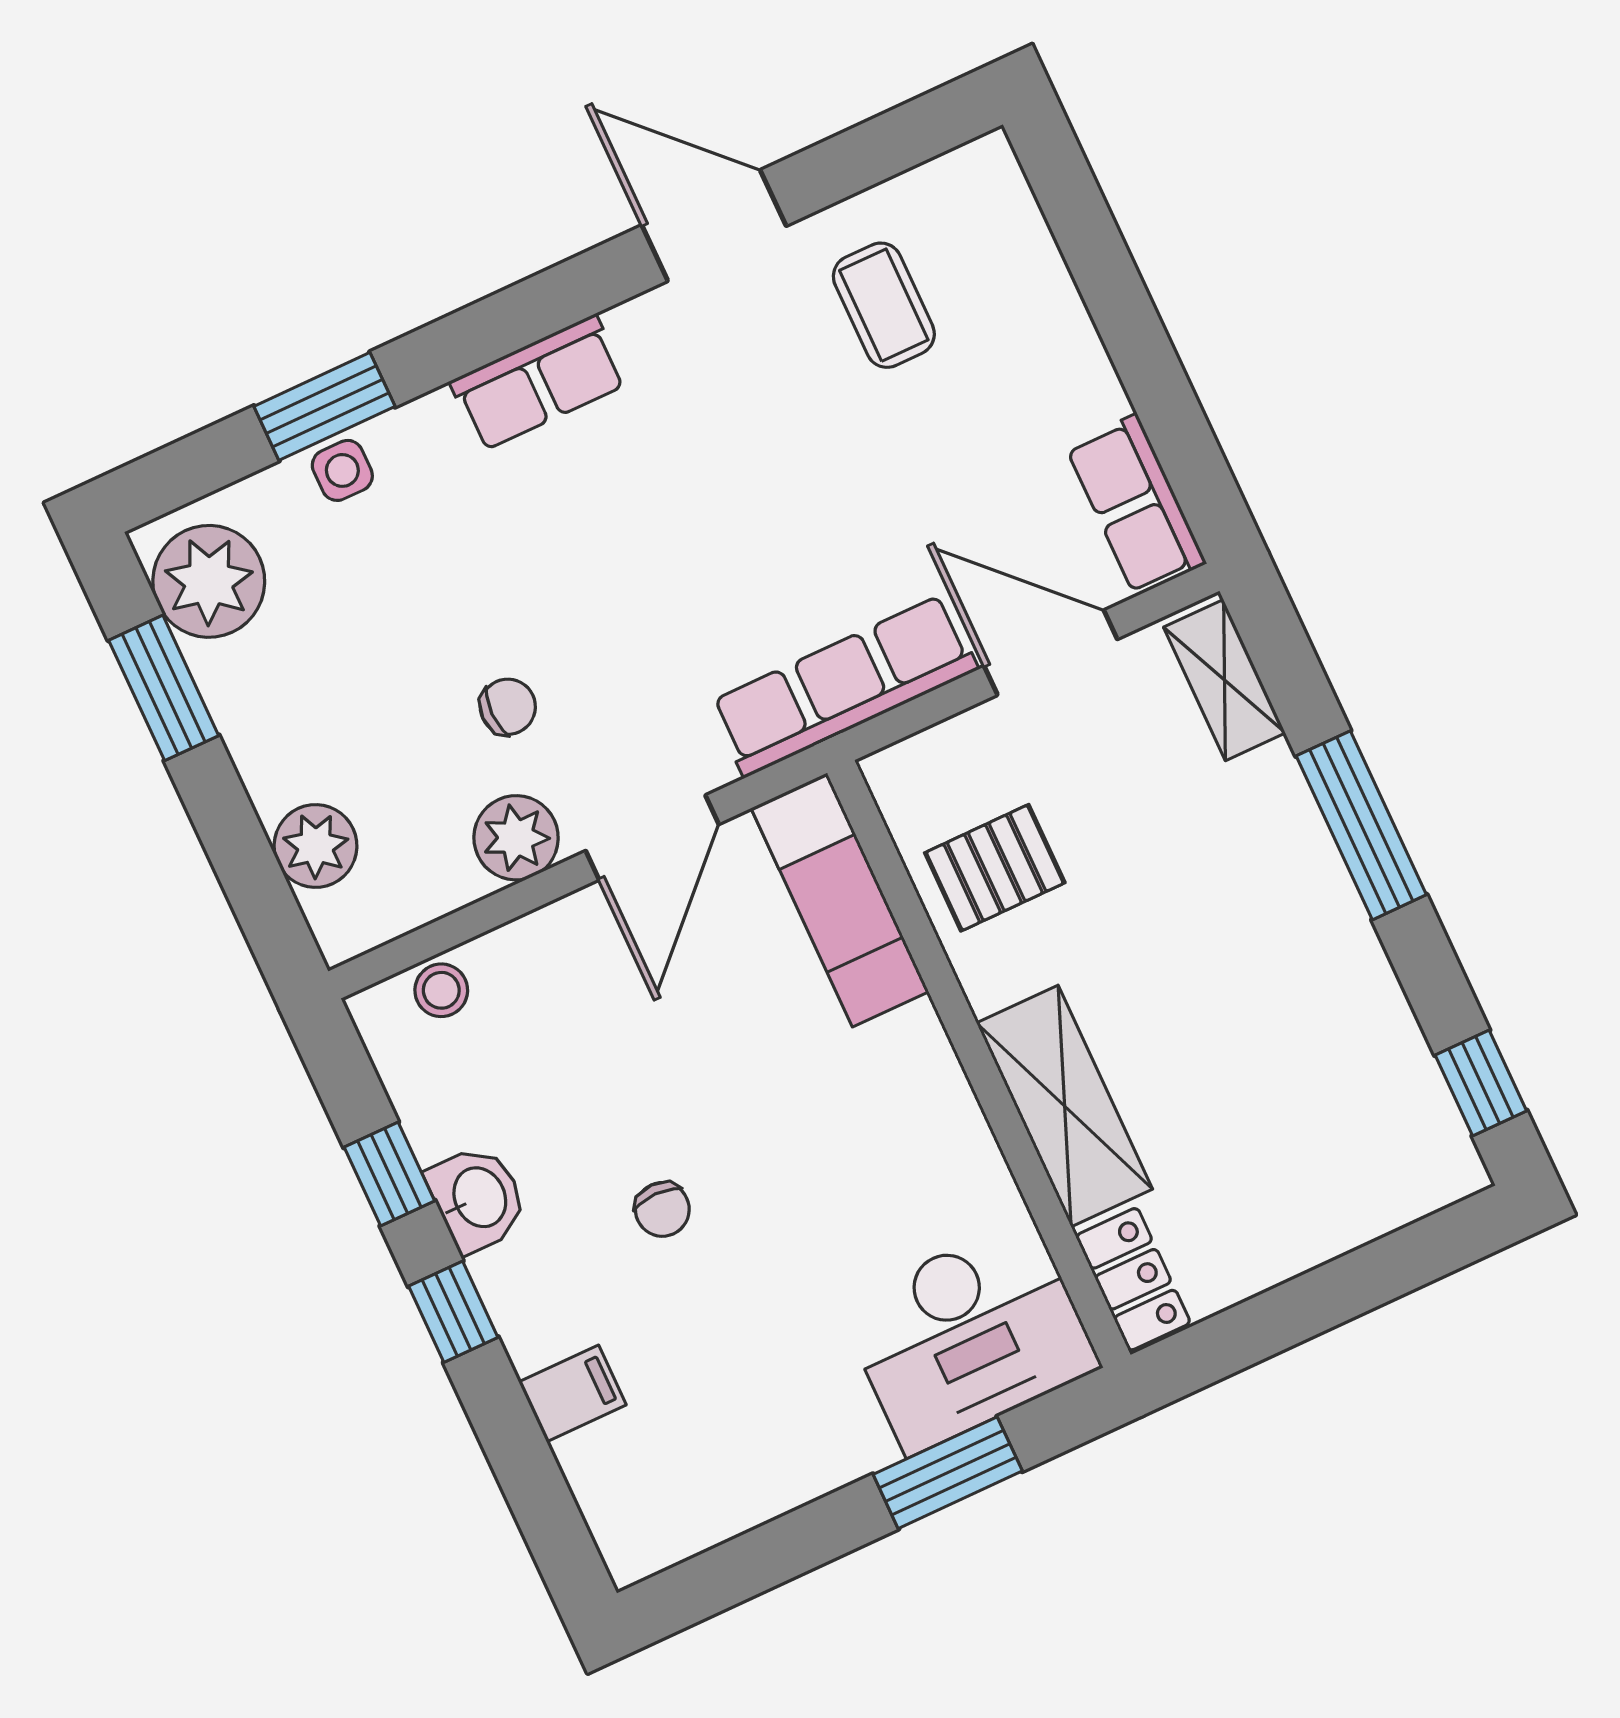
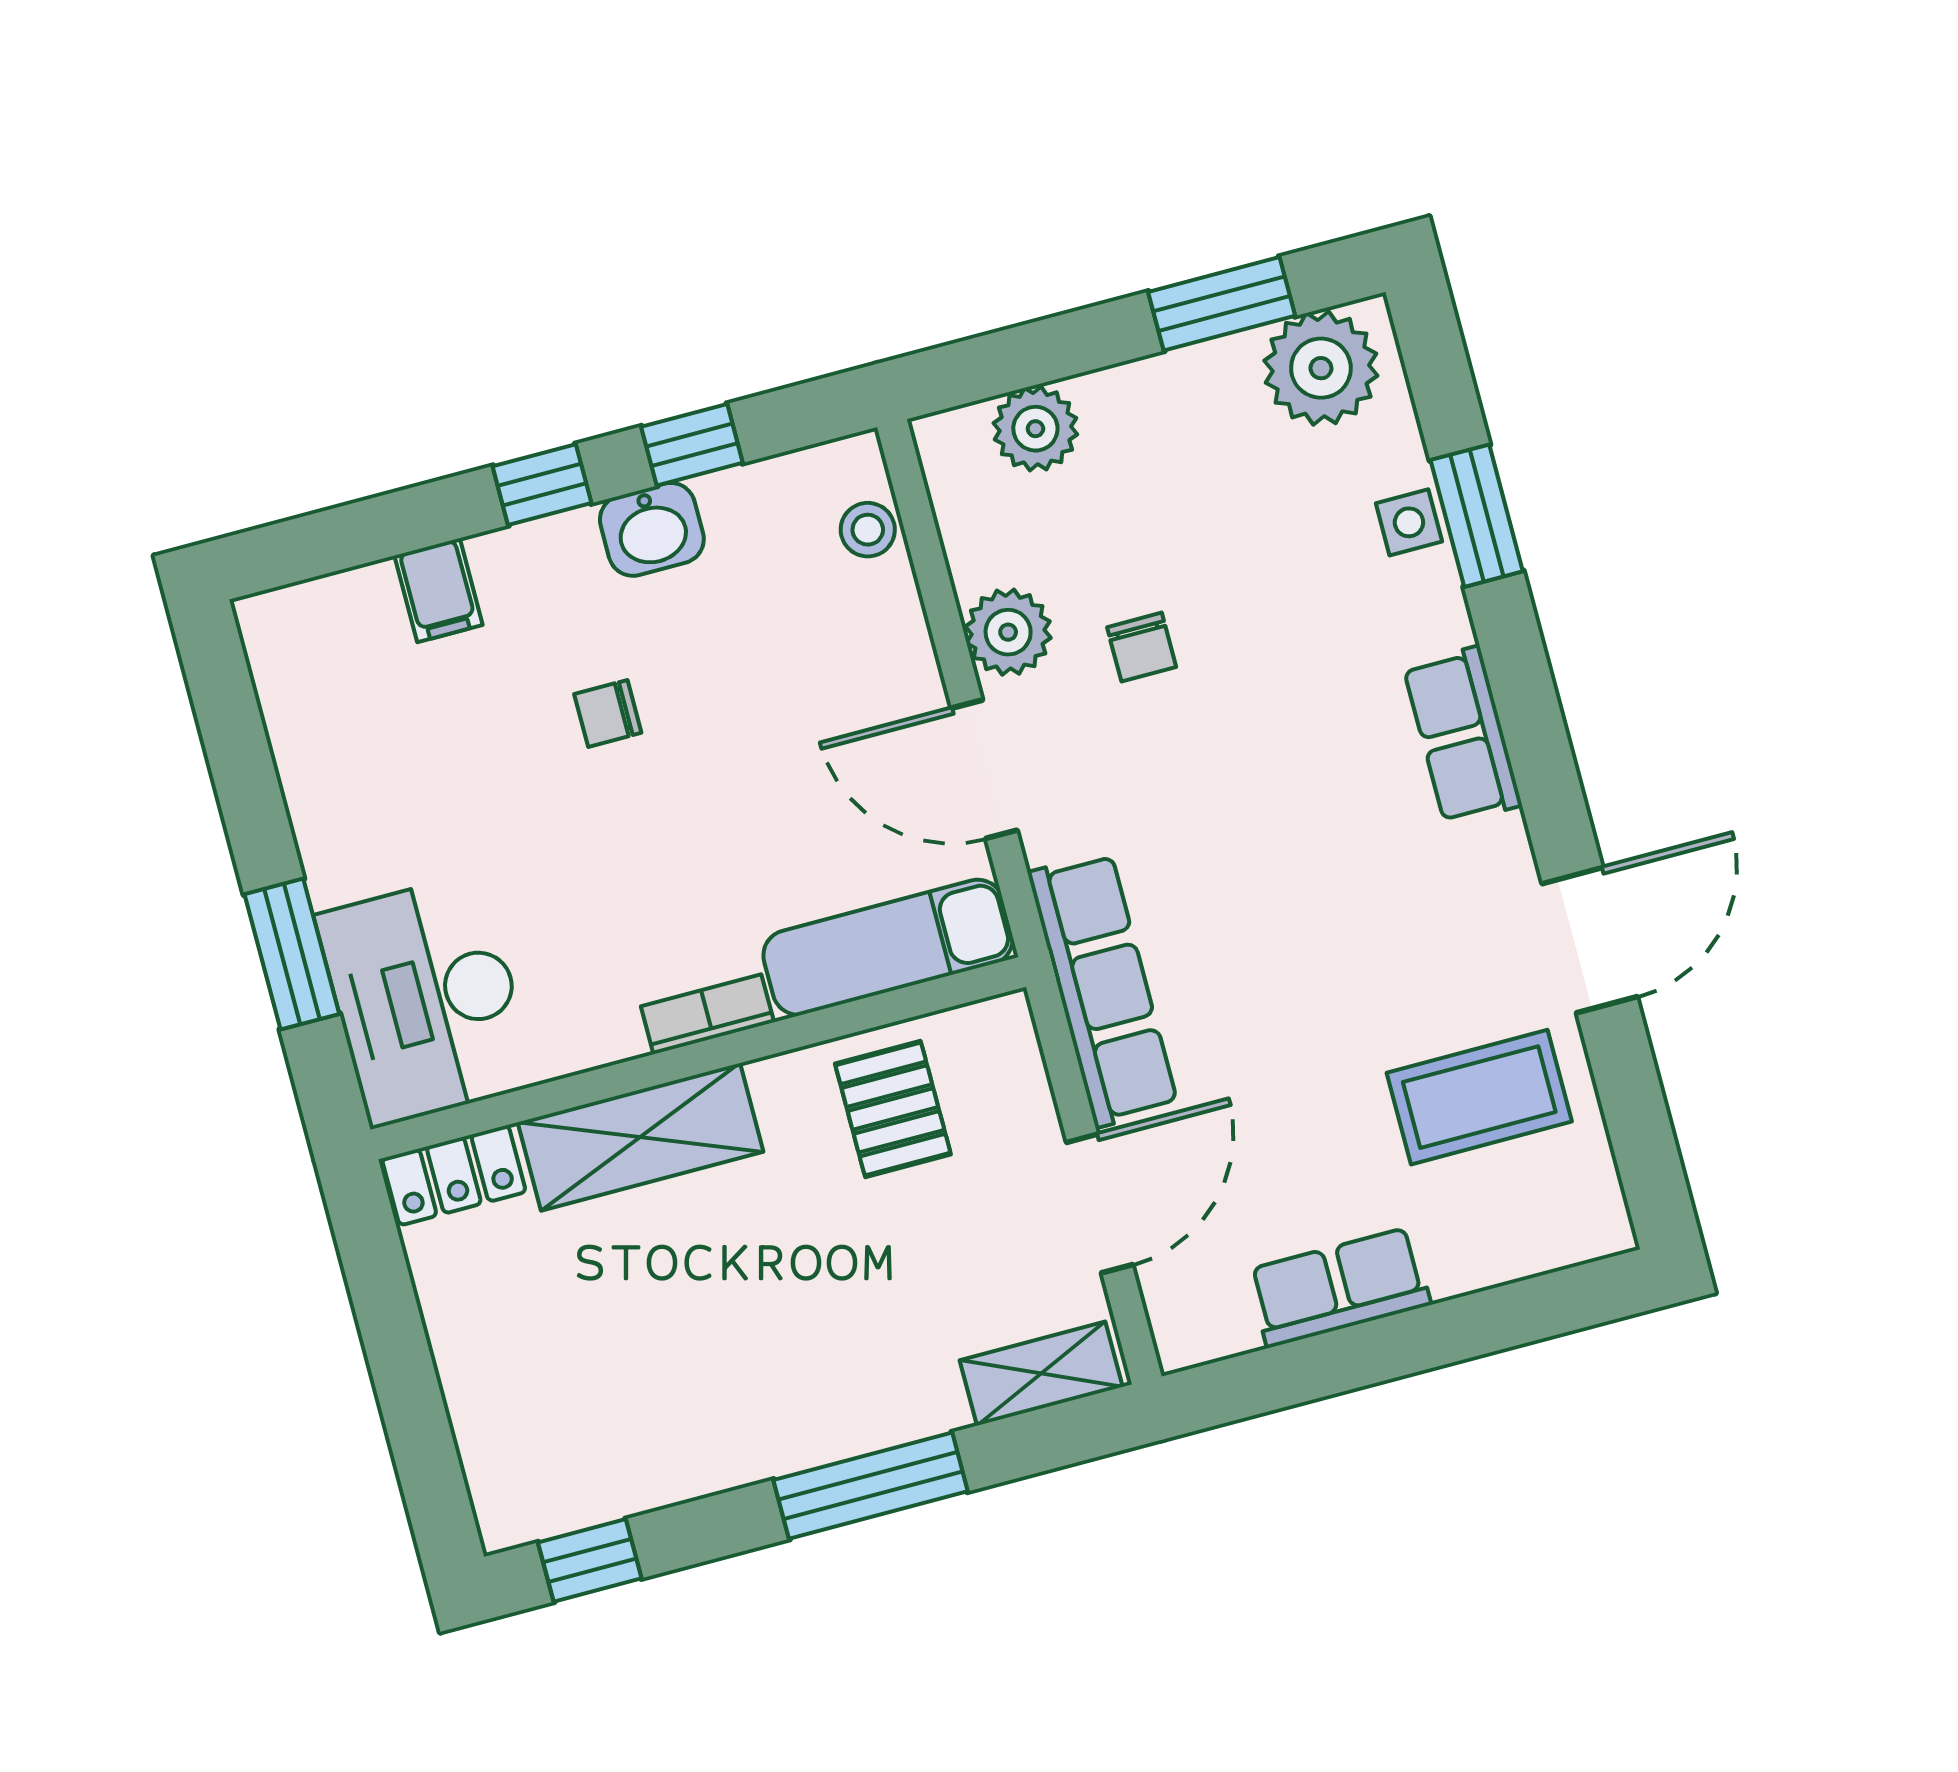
coffee table: (884, 305) -> (1479, 1097), width x1.36, depth x1.30
row of seats: (1136, 505) -> (1339, 1287), moved
bookcase: (935, 1062) -> (707, 1014), added

